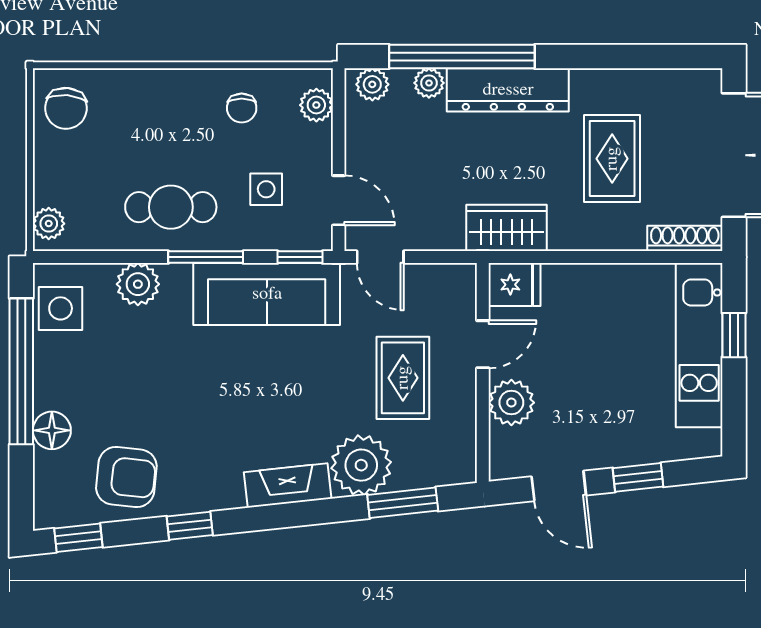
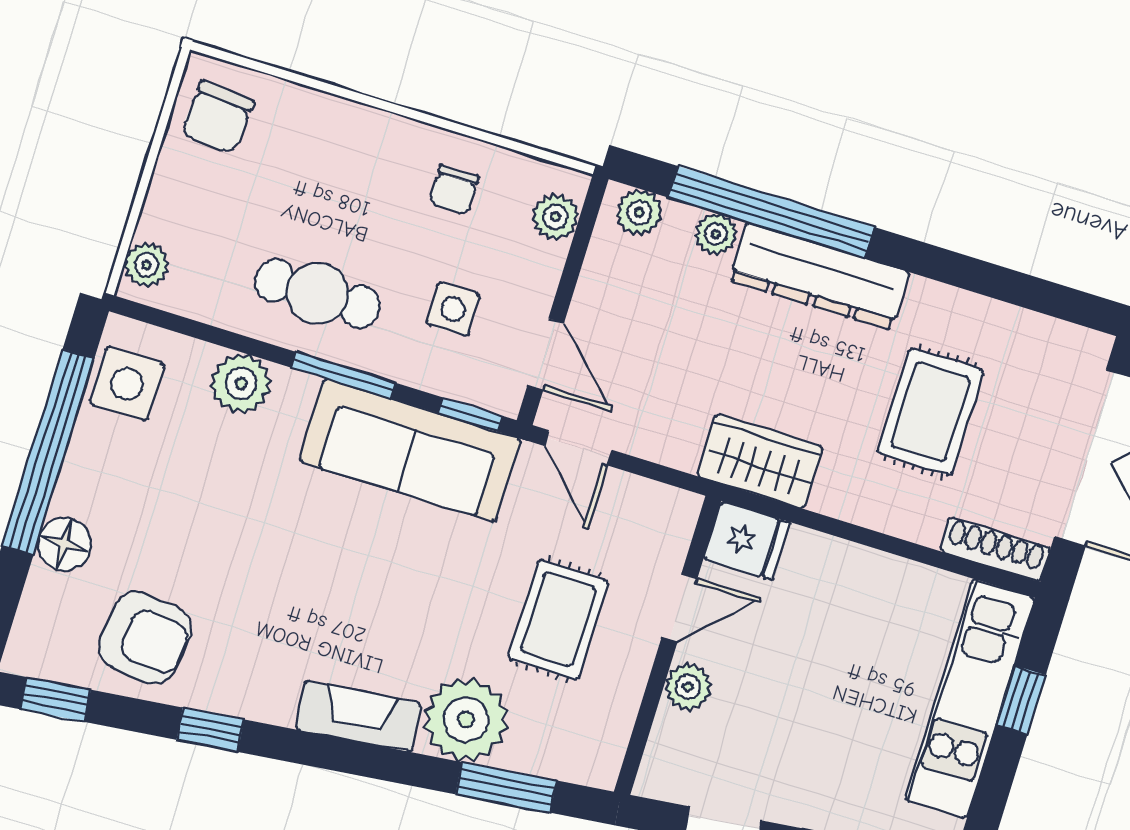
plant: (511, 403) -> (688, 687), width x0.73, depth x0.73

